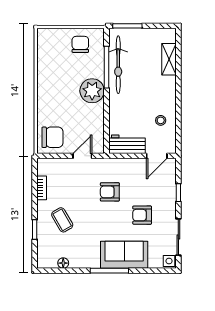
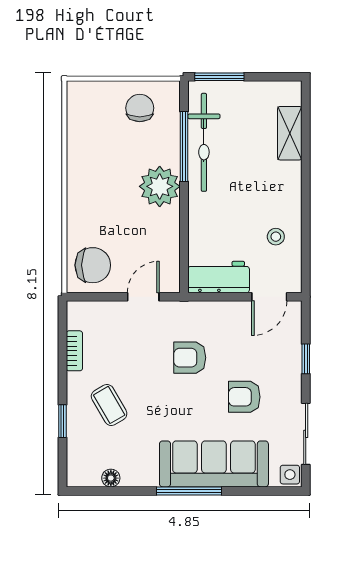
sofa: (124, 255) -> (214, 464), width x1.36

